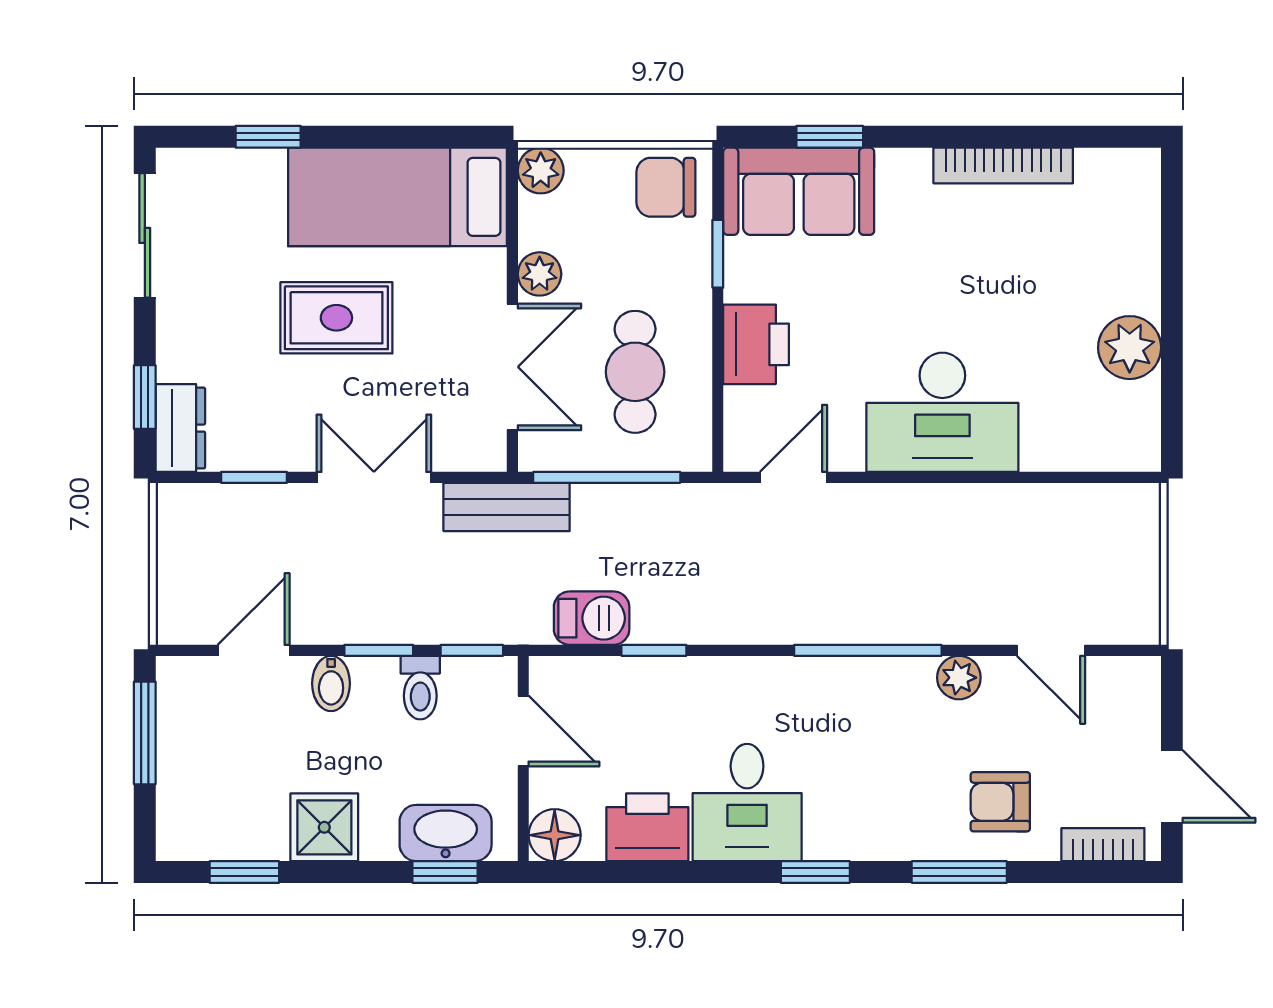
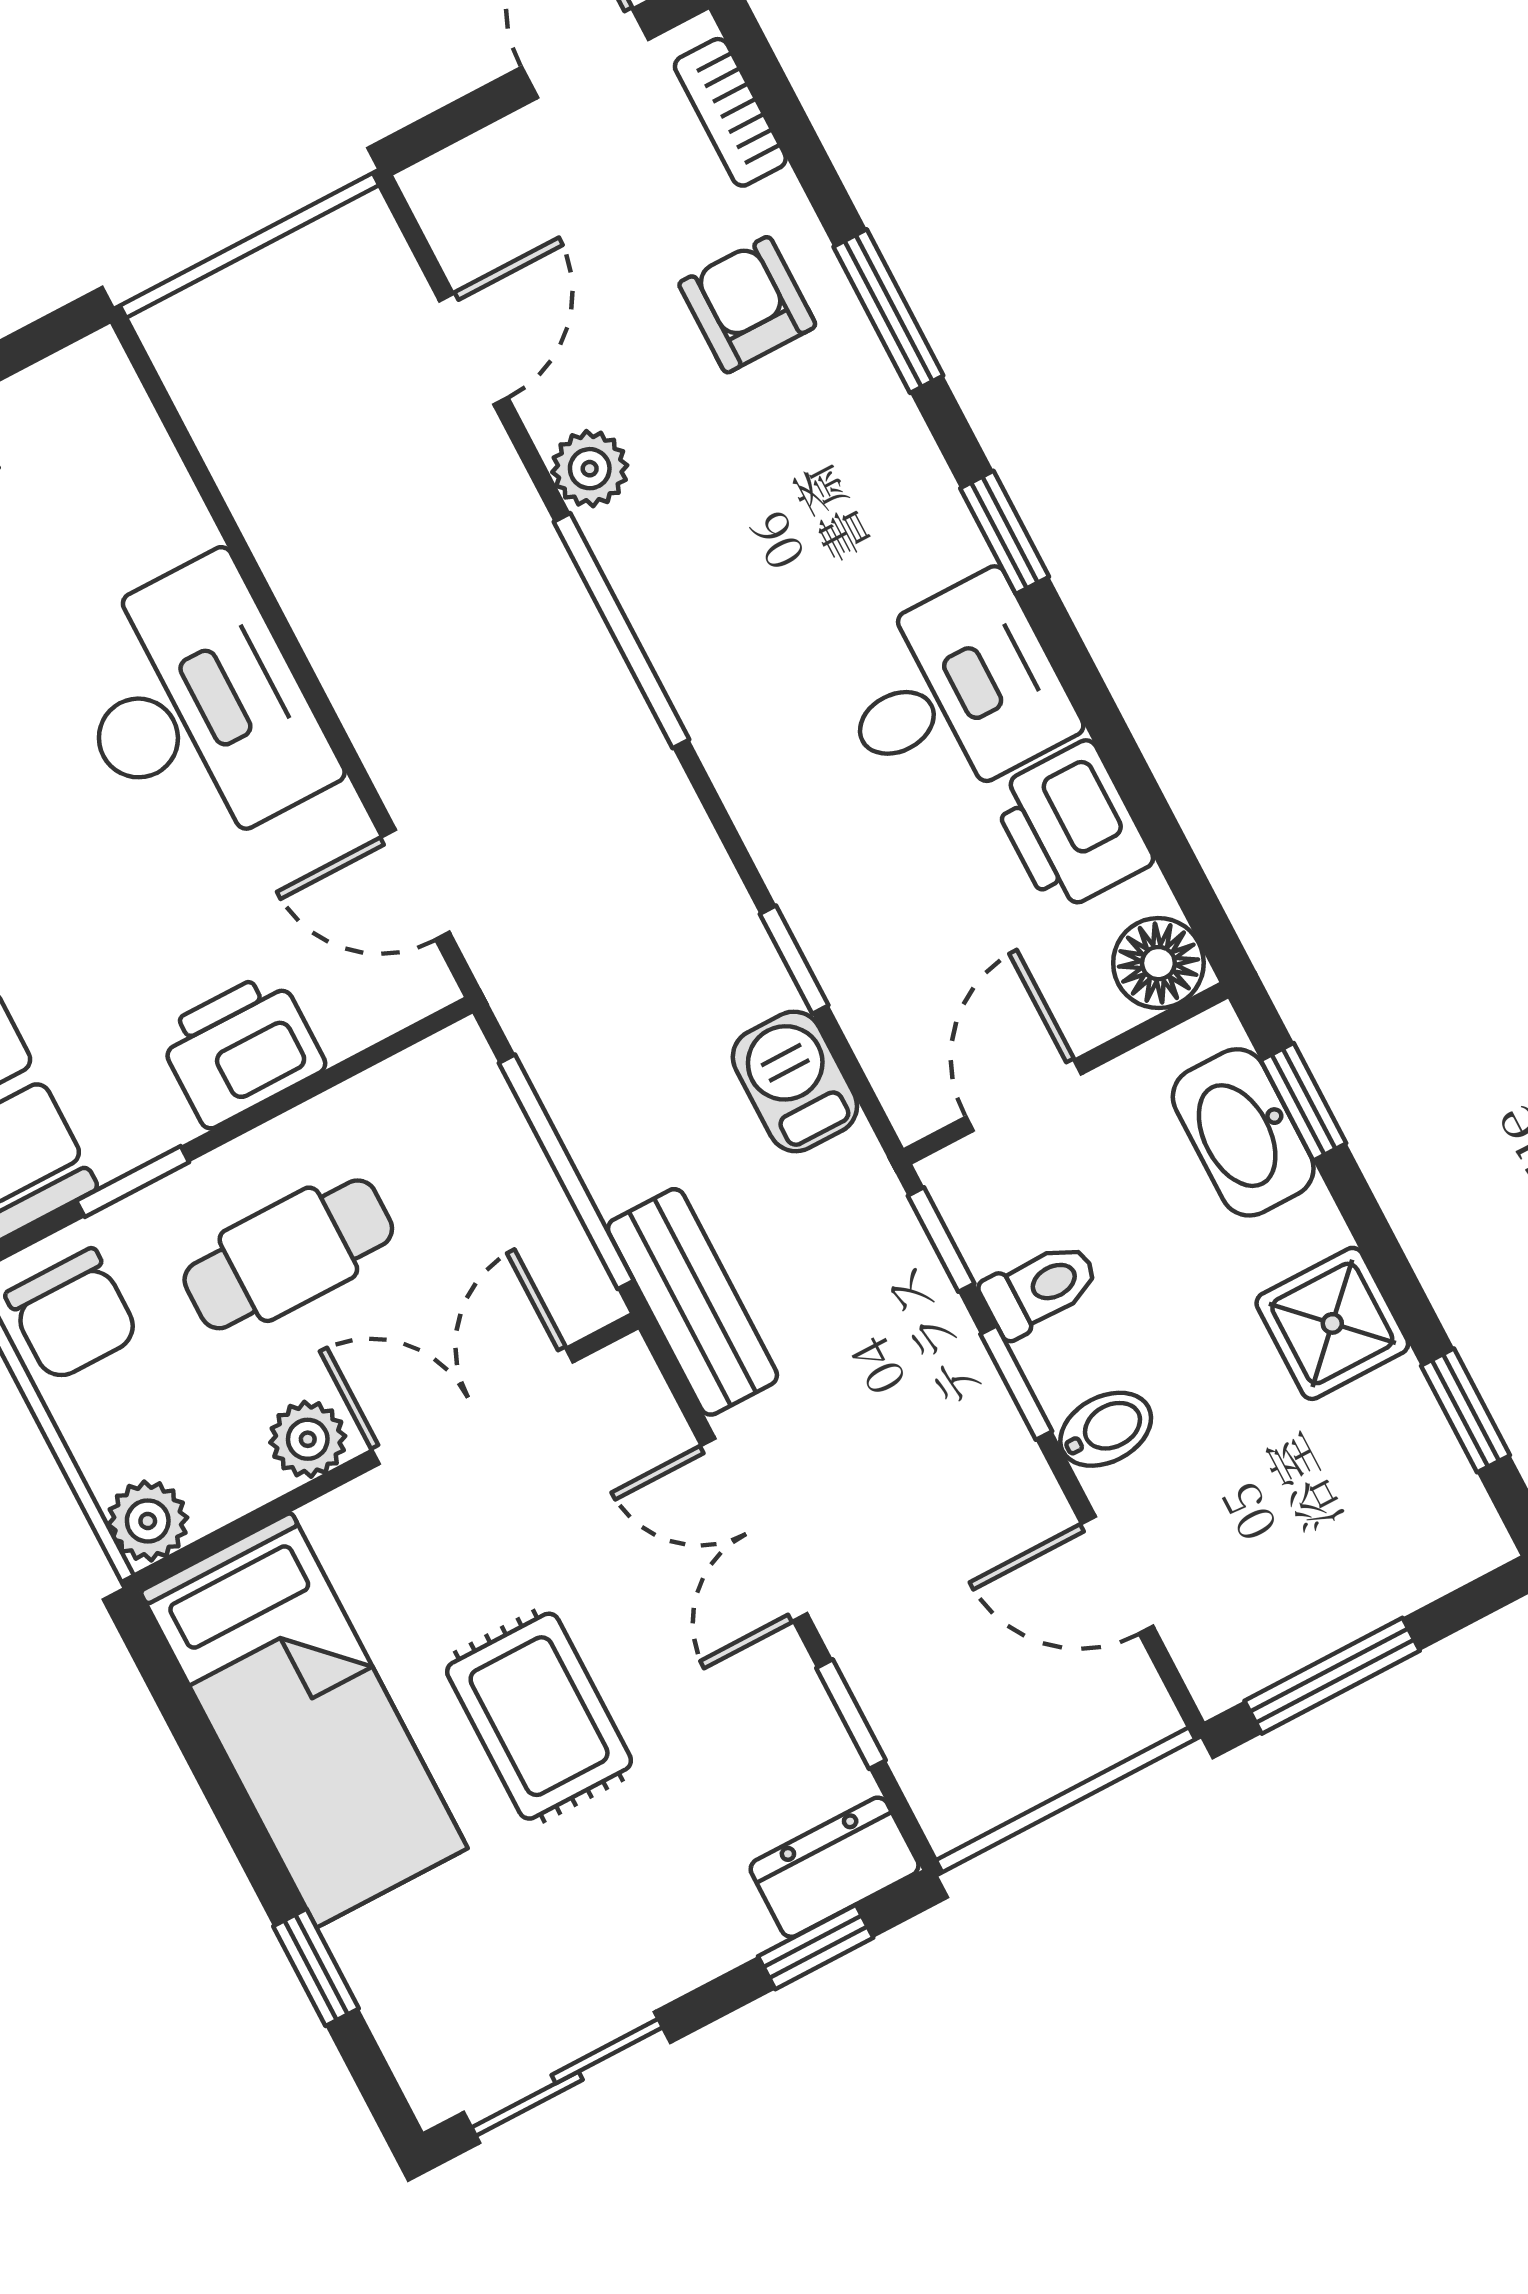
cafe table: (635, 372) -> (288, 1254), moved
armchair: (1000, 802) -> (747, 305), turned 180

